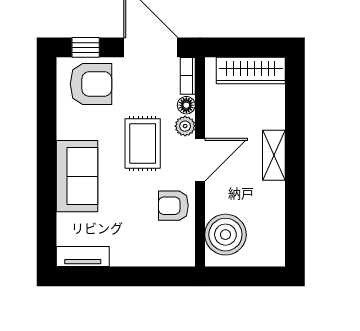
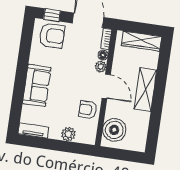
rug: (143, 144) -> (76, 73), removed
shelving: (274, 155) -> (145, 90), width x1.50, depth x1.33
door: (200, 160) -> (106, 86), hinge flipped
plant: (146, 254) -> (68, 134), added

